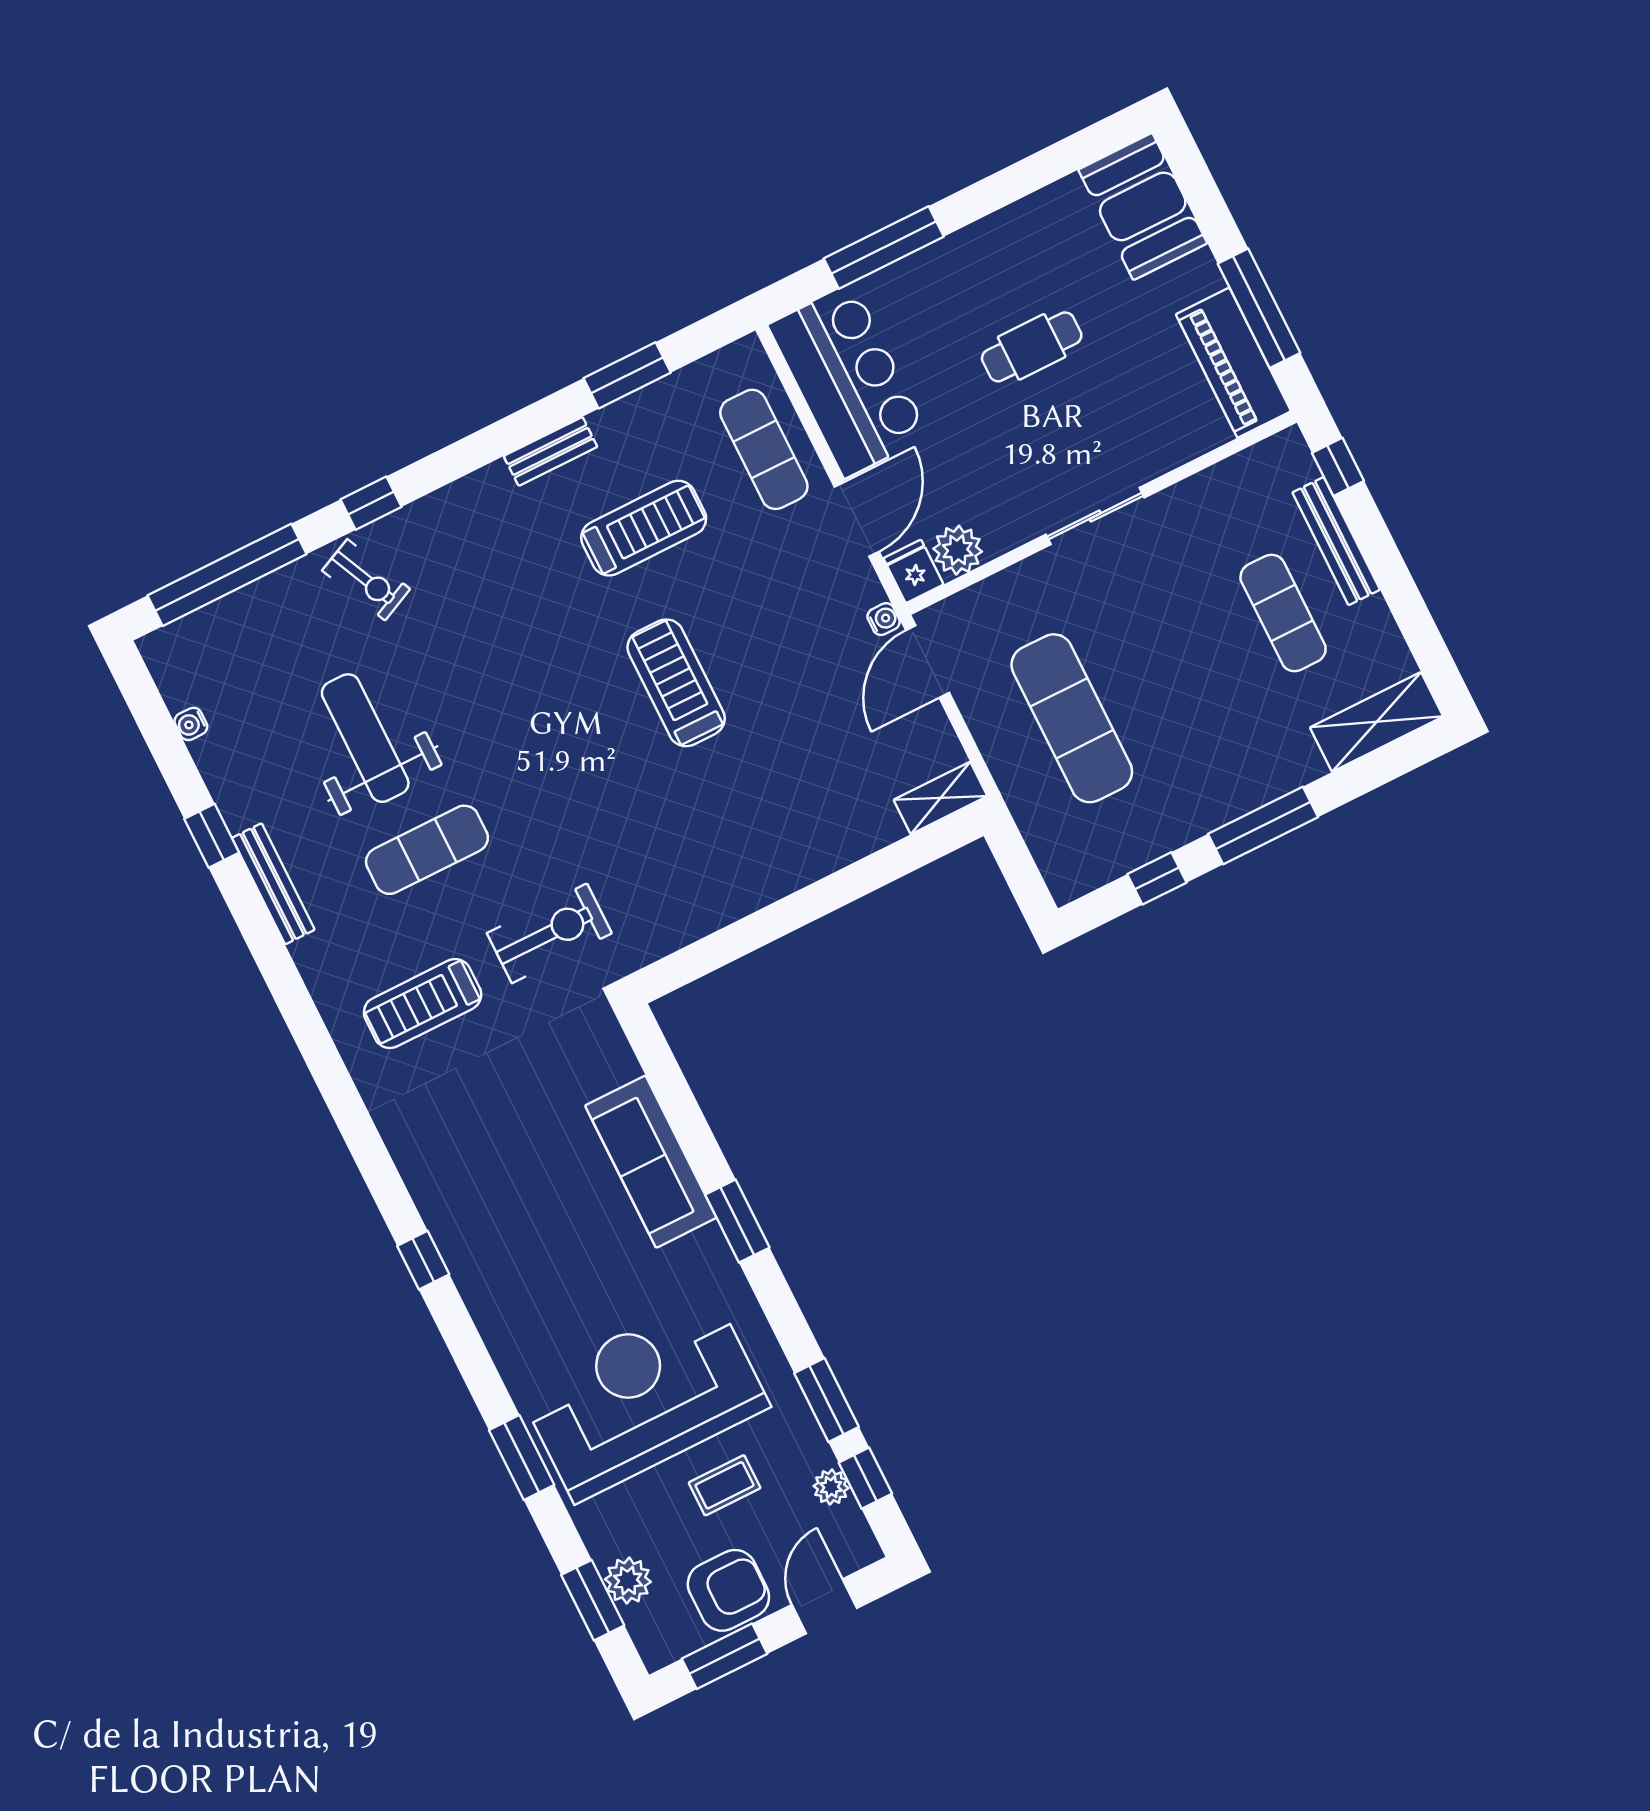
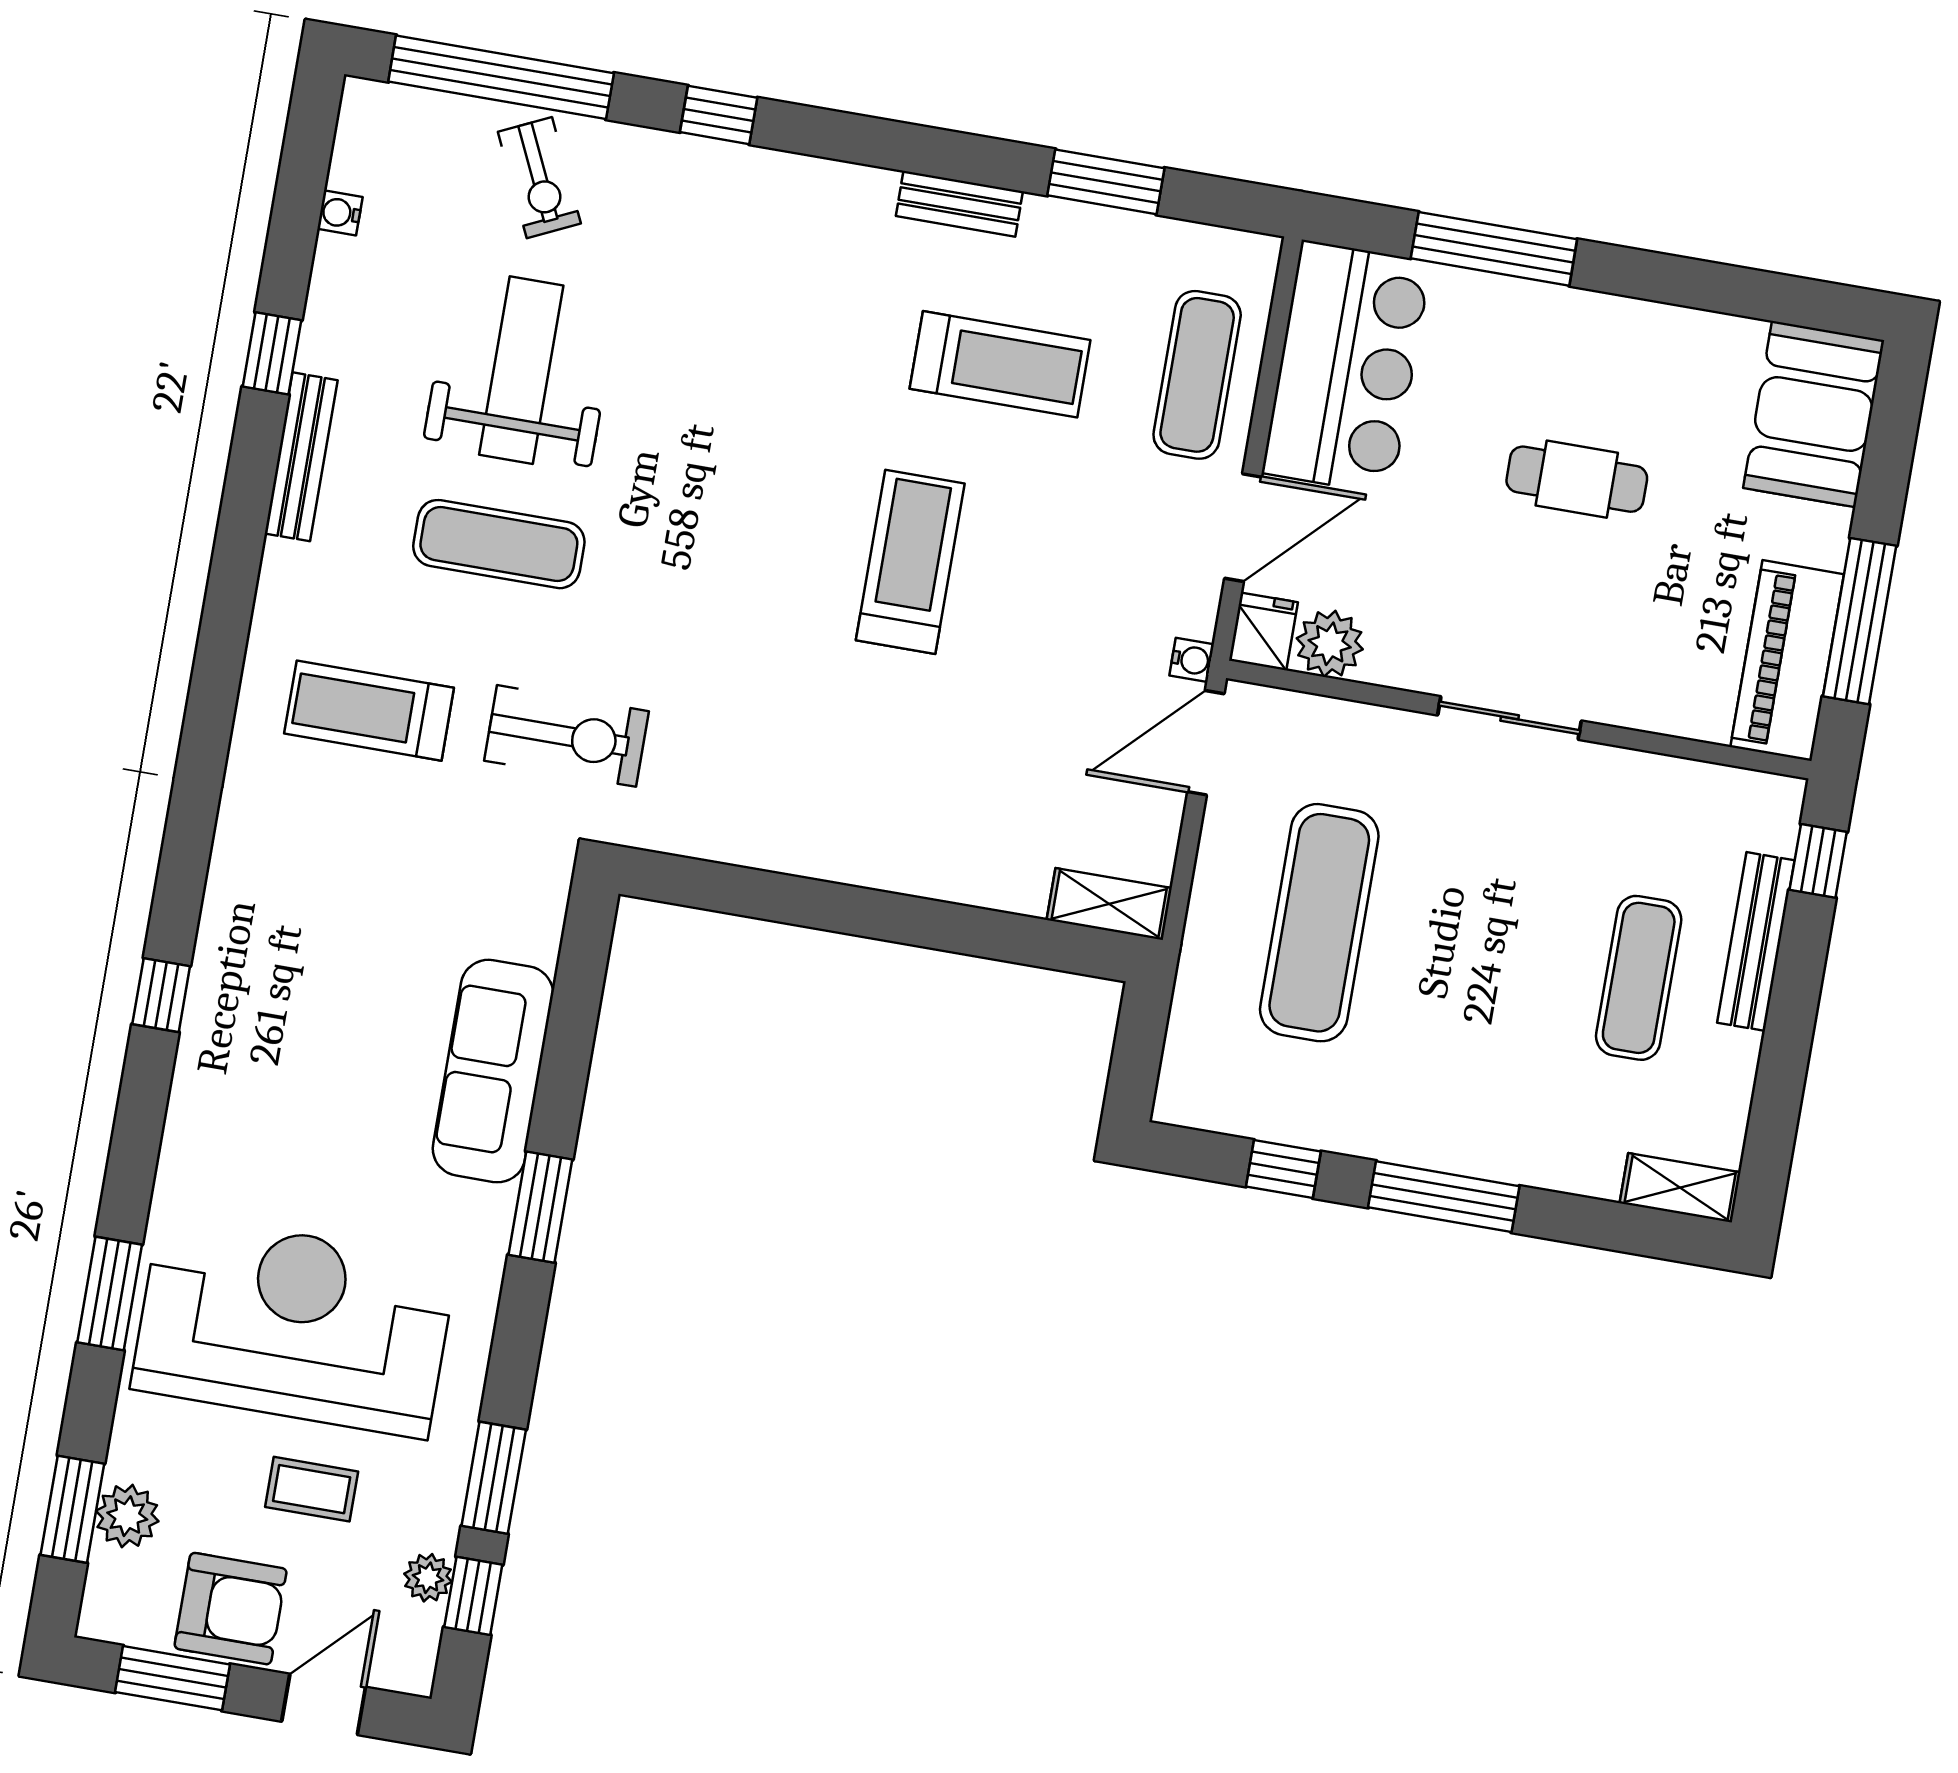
exercise bike: (366, 580) -> (539, 178), moved
shelving: (1377, 722) -> (1680, 1188), width x0.67, depth x0.75

